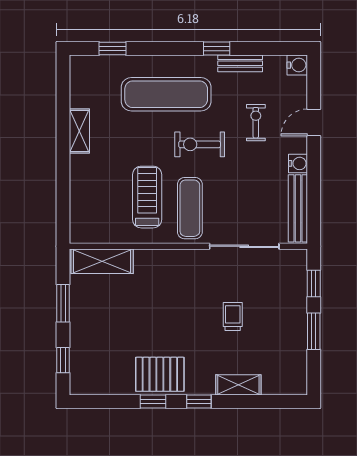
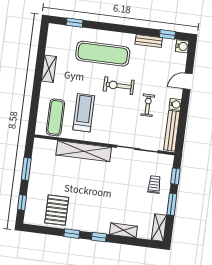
window: (217, 48) -> (167, 34), moved
exercise bike: (256, 123) -> (148, 105), moved
exercise mat: (190, 208) -> (55, 117), moved
shelving: (102, 261) -> (84, 151), moved, width x1.47
trolley: (233, 316) -> (154, 185), moved
shelving: (297, 373) -> (159, 228), added
pallet: (160, 374) -> (57, 210), moved, turned 90

